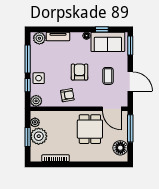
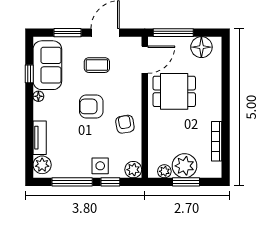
window: (130, 46) -> (68, 33), moved

